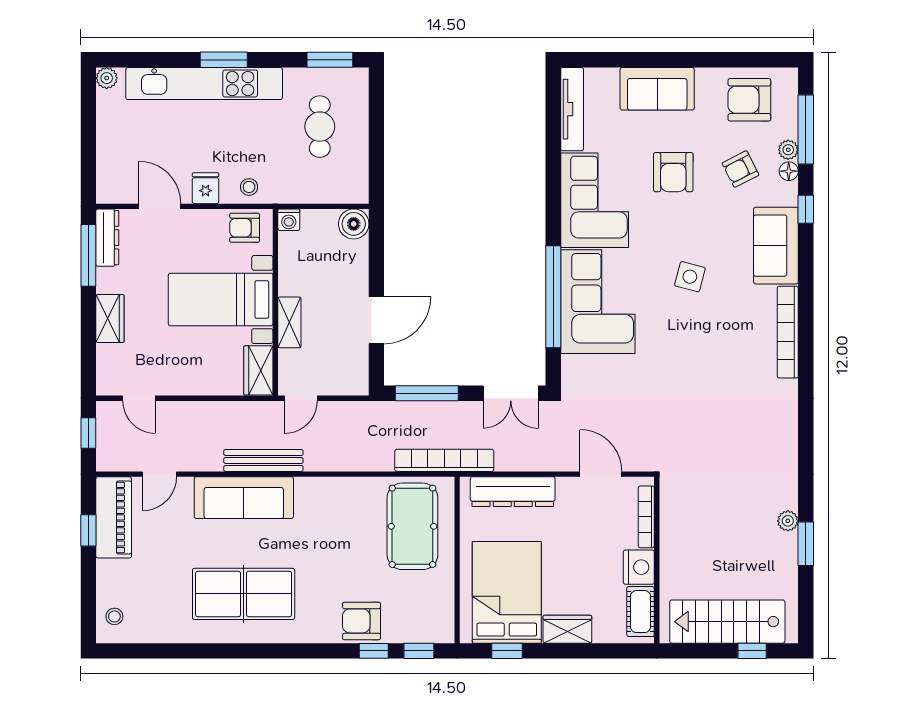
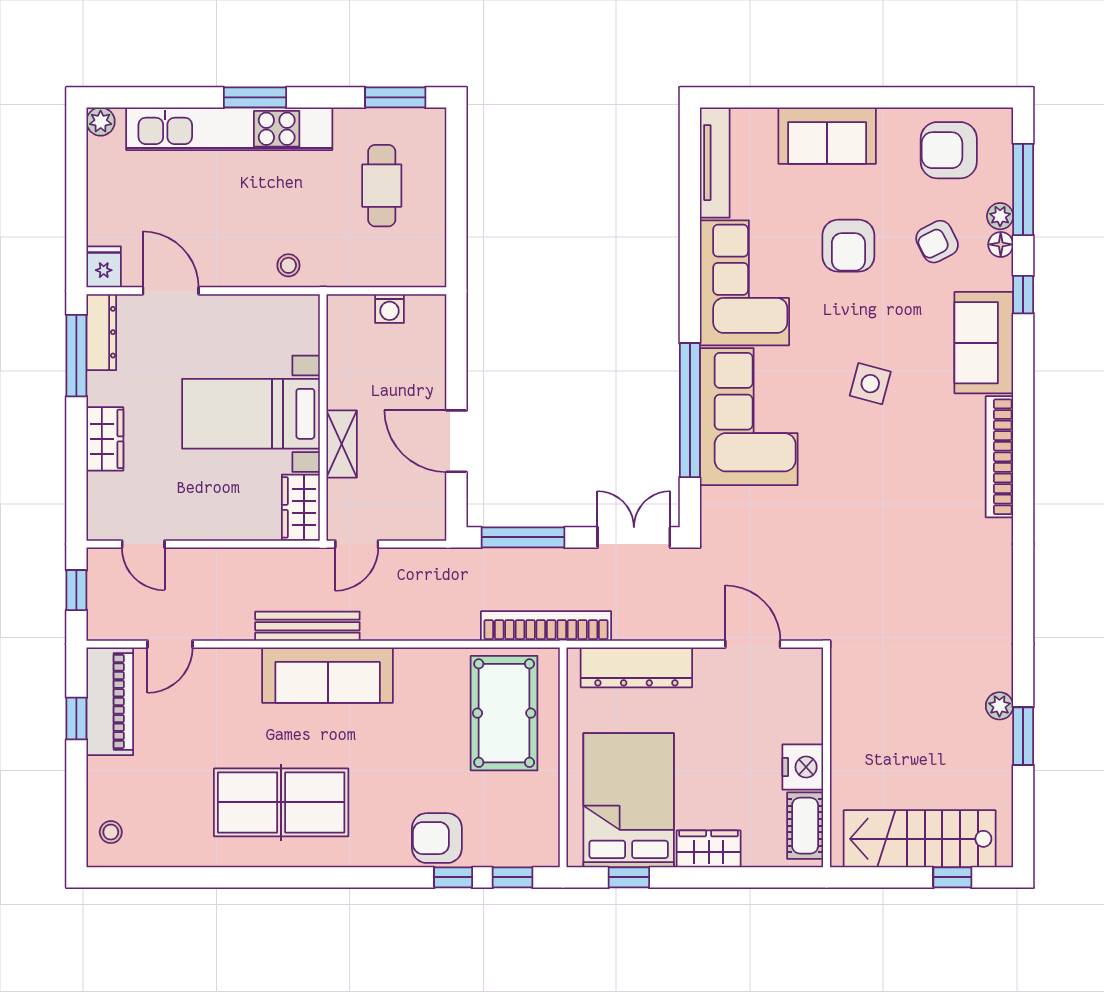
fridge: (205, 188) -> (104, 267), moved
washing machine: (289, 220) -> (390, 309), moved
boiler: (354, 224) -> (427, 314), removed
armchair: (245, 228) -> (283, 319), removed
door: (376, 320) -> (456, 441), swing flipped
double door: (511, 393) -> (634, 537), swing flipped
sofa: (244, 498) -> (328, 675), moved
bookcase: (646, 517) -> (813, 701), removed

